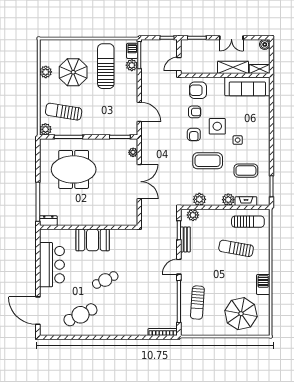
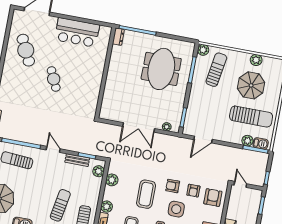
booth: (93, 240) -> (93, 74), removed

